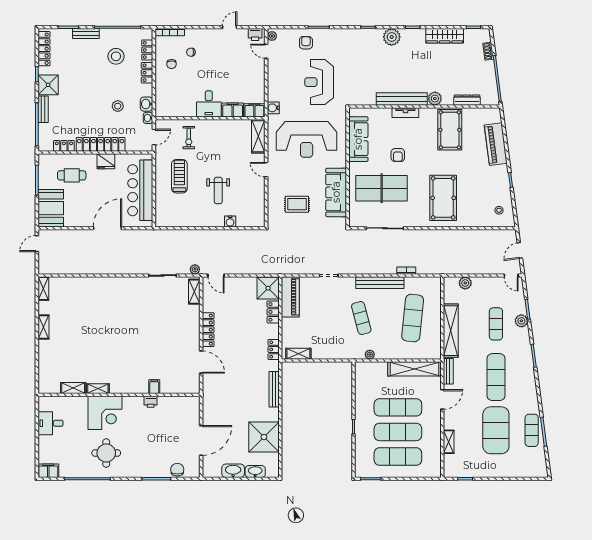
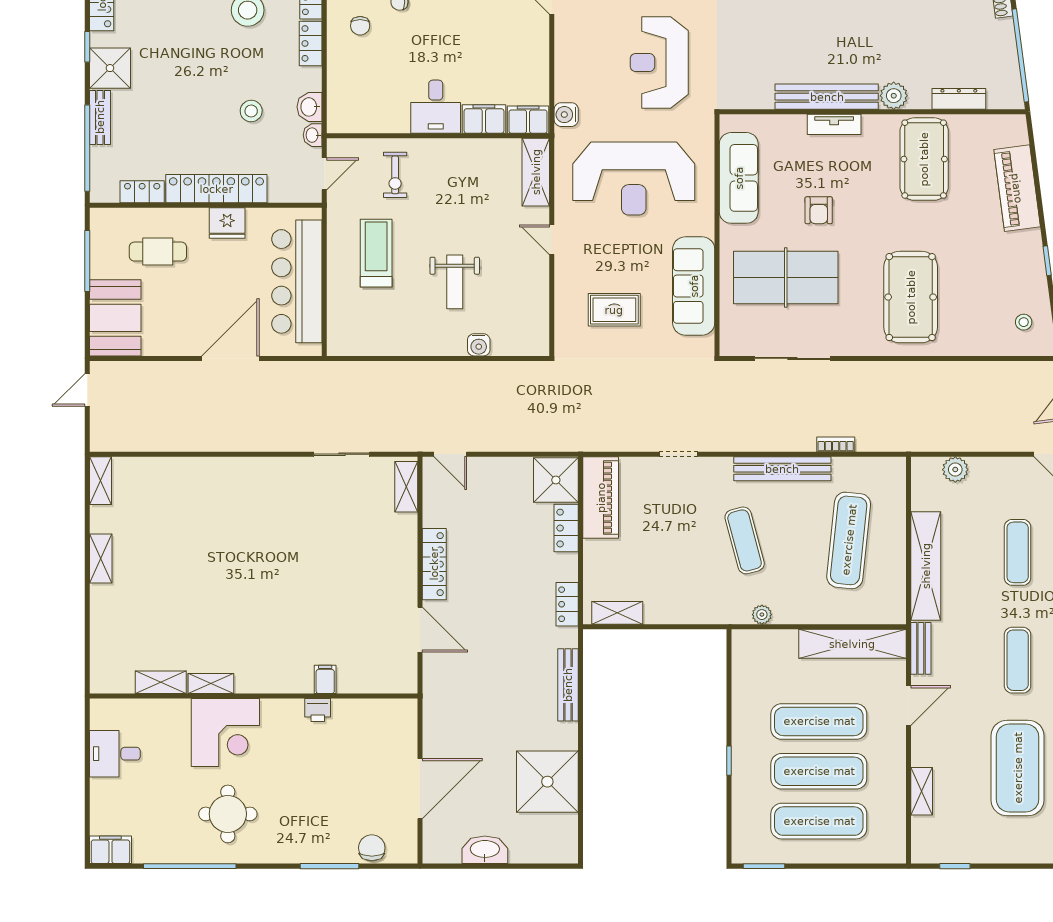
plant: (195, 269) -> (407, 442), removed
exercise mat: (496, 377) -> (1018, 660), width x0.73, depth x0.69
washbasin: (255, 471) -> (530, 851), removed

